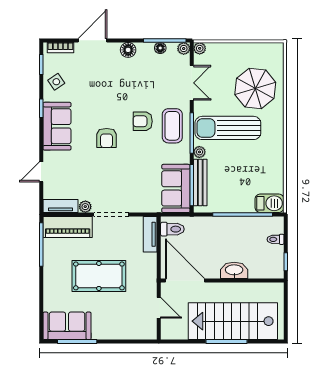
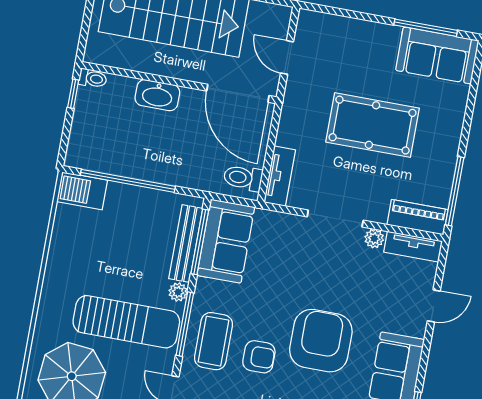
armchair: (107, 138) -> (321, 341), width x1.88, depth x1.88
piano: (68, 227) -> (418, 217), width x0.73, depth x0.75
toilet: (276, 239) -> (93, 78), moved

